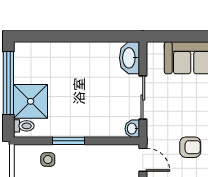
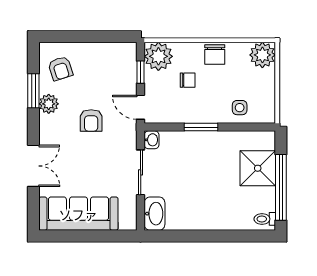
toilet: (24, 126) -> (265, 219), moved
window: (68, 141) -> (201, 127), moved
armchair: (190, 147) -> (91, 120), turned -90

